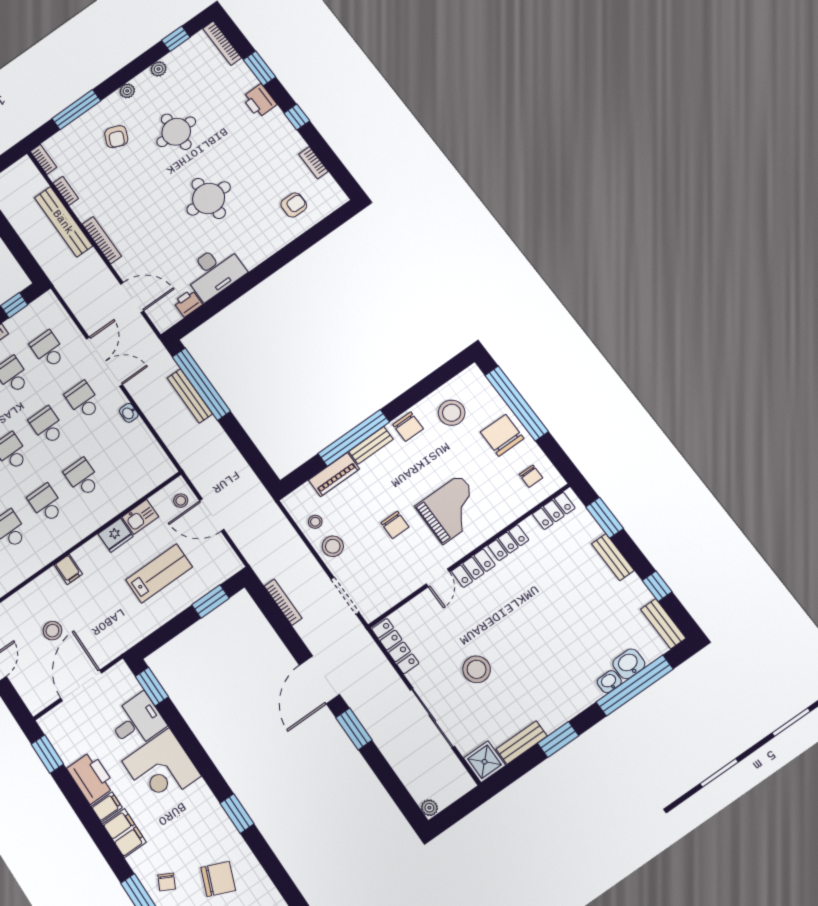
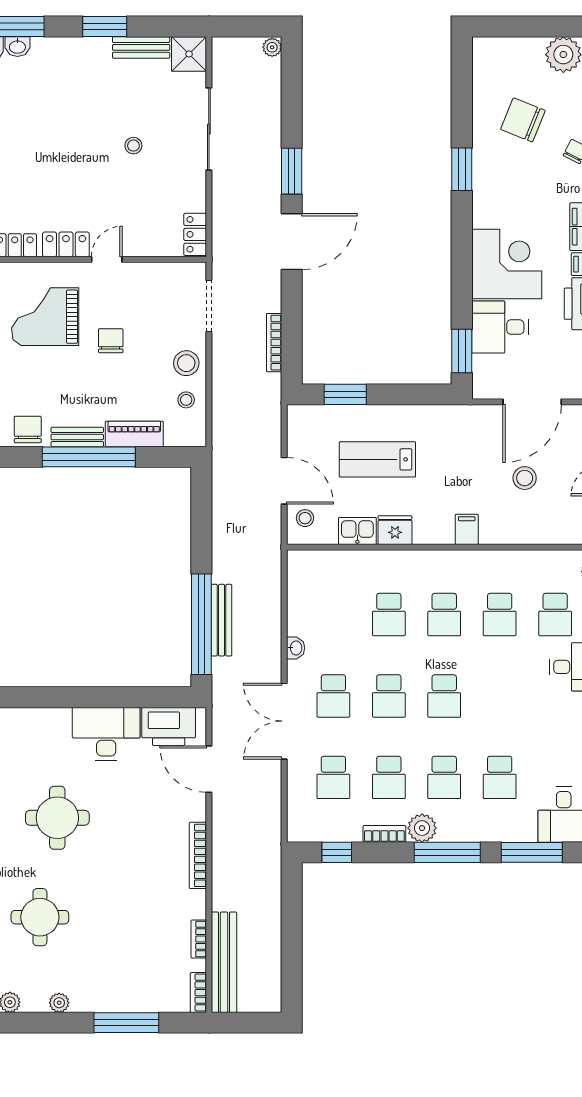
armchair: (116, 137) -> (105, 960), removed
bench: (63, 222) -> (224, 962), moved
printer: (188, 303) -> (169, 726), width x1.87, depth x1.48
locker: (395, 646) -> (195, 234), width x0.66
stool: (477, 669) -> (133, 146), width x0.53, depth x0.53

